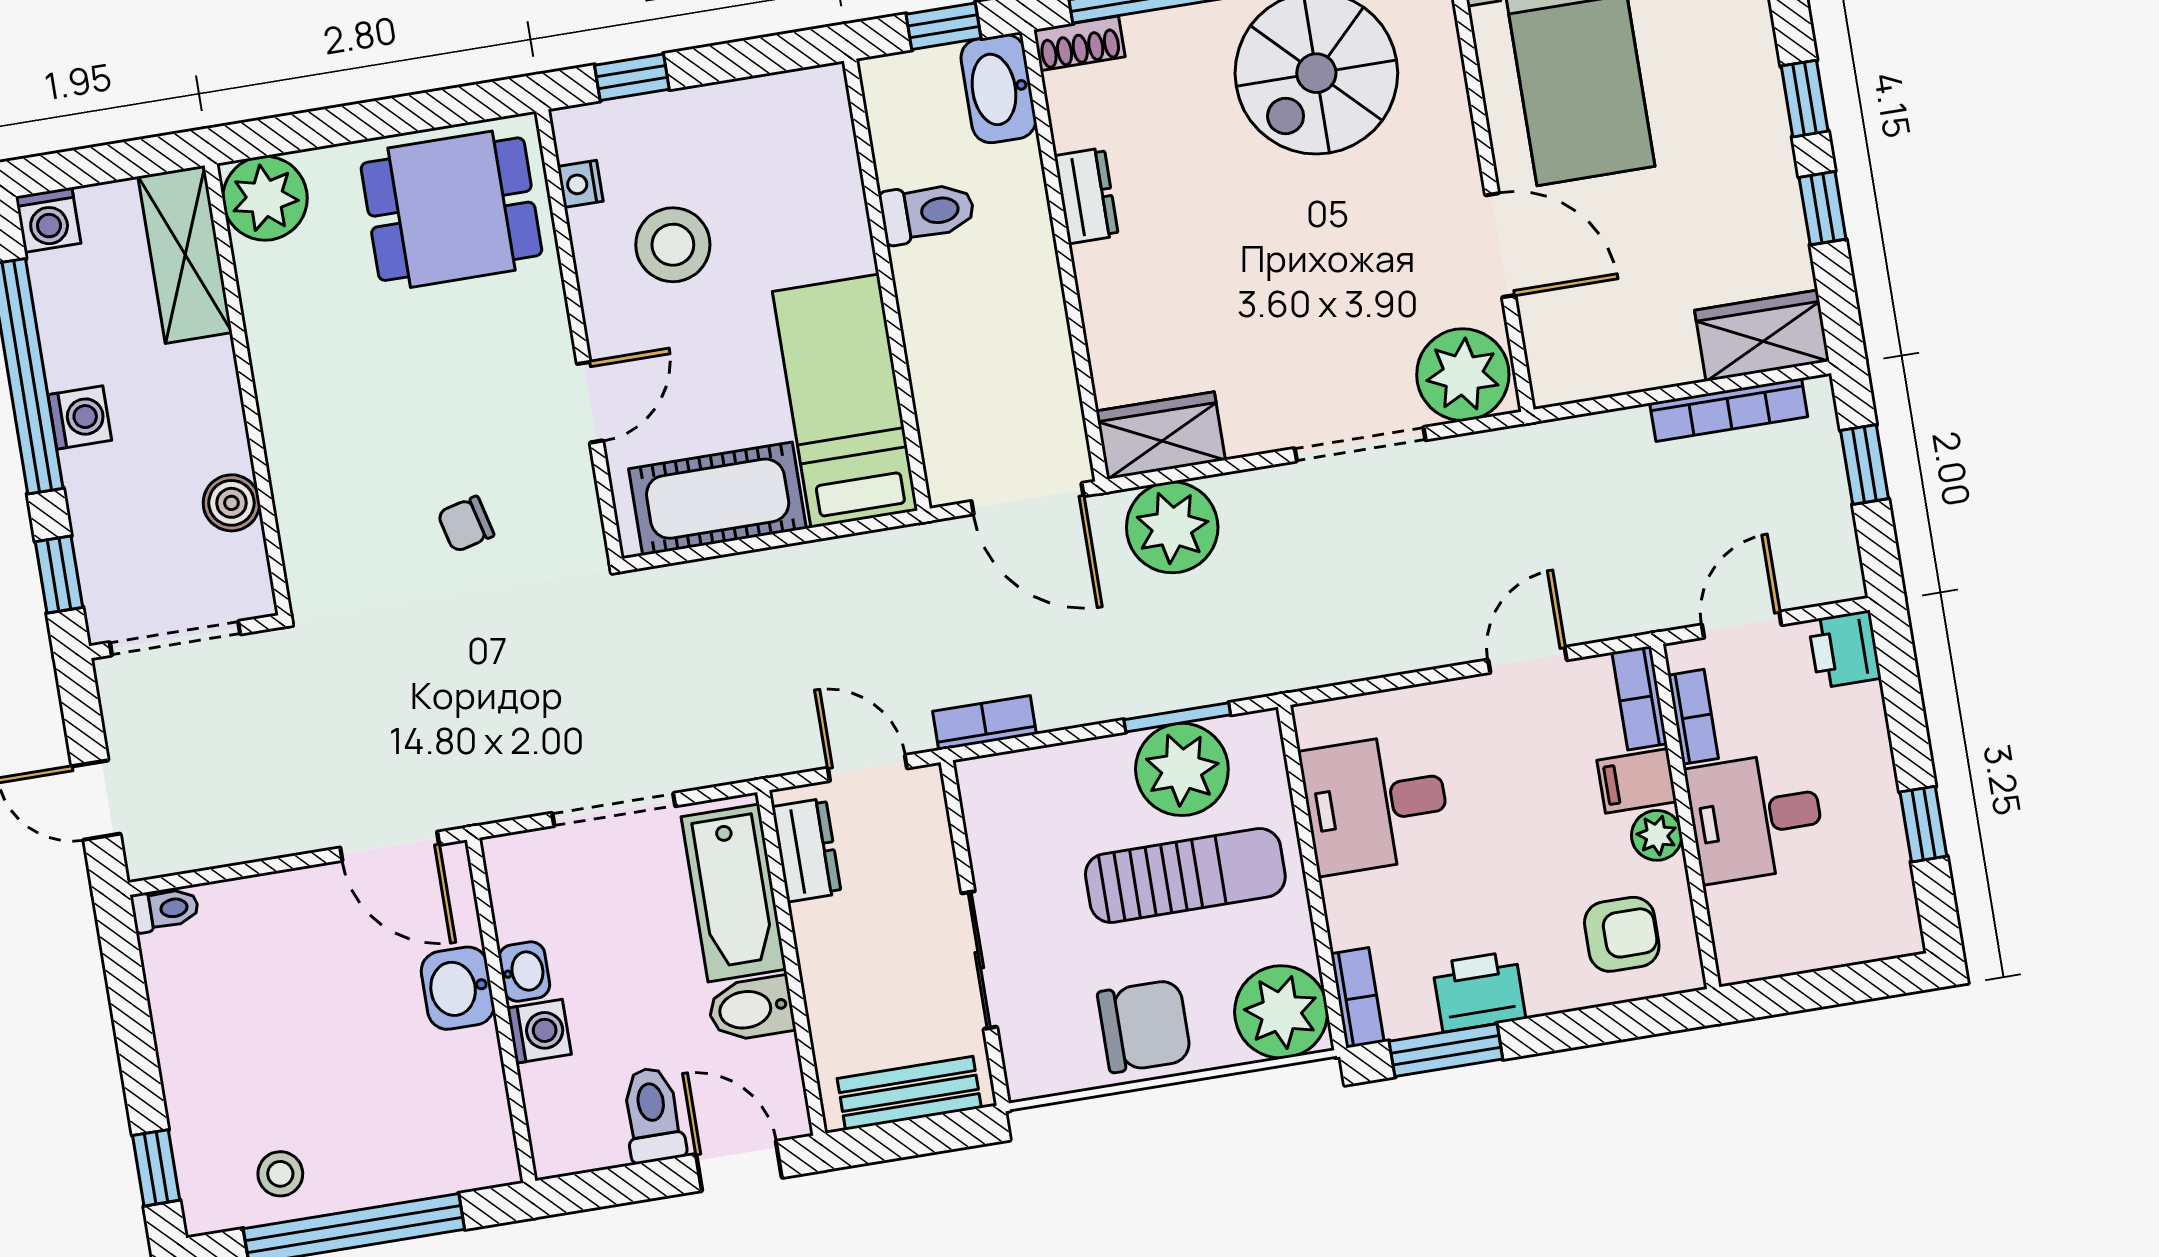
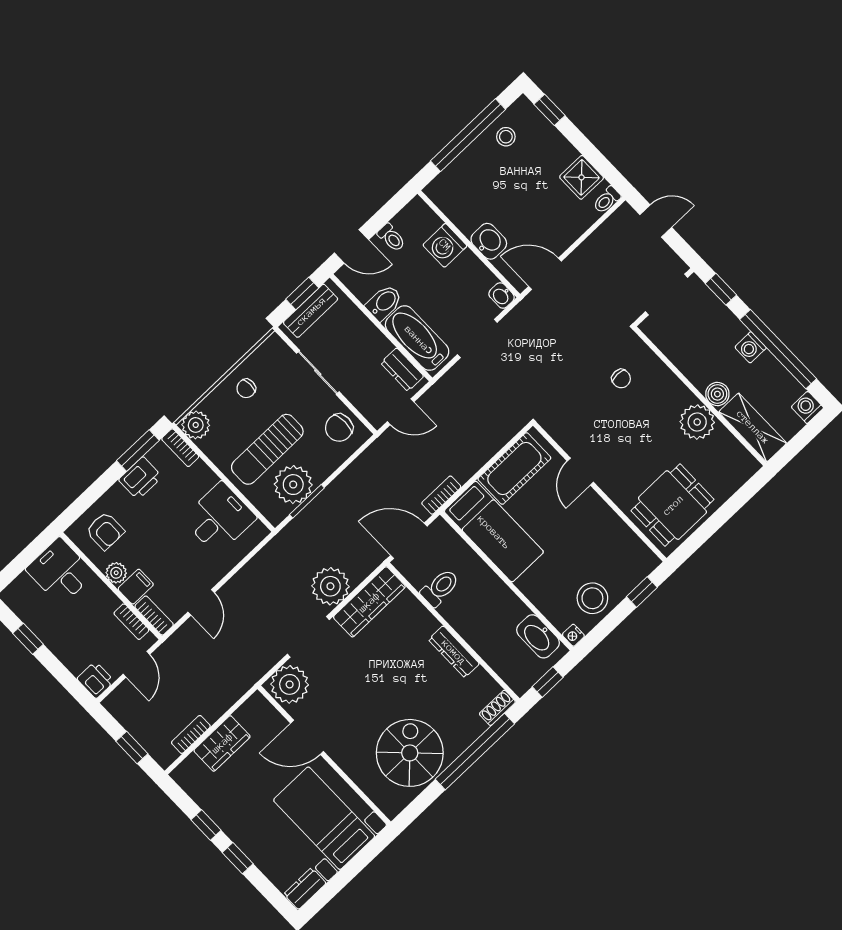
washbasin: (998, 89) -> (538, 636), moved, turned 180
nightstand: (580, 184) -> (573, 635), moved, turned 180
dresser: (1086, 196) -> (454, 652), width x1.44
plant: (265, 198) -> (697, 422), moved
toilet: (927, 212) -> (440, 588), moved, turned 180
stool: (673, 245) -> (592, 598), moved
wardrobe: (1762, 336) -> (222, 743), moved
bookcase: (1729, 410) -> (191, 734), width x0.64
wardrobe: (1161, 436) -> (369, 602), width x1.50
boiler: (231, 503) -> (717, 394), moved
chair: (466, 524) -> (621, 379), moved, turned 104
plant: (1172, 527) -> (330, 586), moved
bookcase: (984, 723) -> (441, 495), moved, turned 180
desk: (1756, 817) -> (60, 571), moved, turned -90
chair: (1012, 820) -> (339, 428), added
armchair: (1622, 934) -> (105, 531), turned -90
washbasin: (524, 971) -> (502, 296), moved
shower: (185, 989) -> (582, 177), added
plant: (1281, 1012) -> (196, 425), width x0.73, depth x0.73
chair: (1144, 1026) -> (246, 388), width x0.54, depth x0.54
washing machine: (539, 1031) -> (445, 245), width x1.38, depth x1.38
toilet: (653, 1115) -> (391, 238), width x0.73, depth x0.72
window: (902, 1139) -> (302, 293), added

